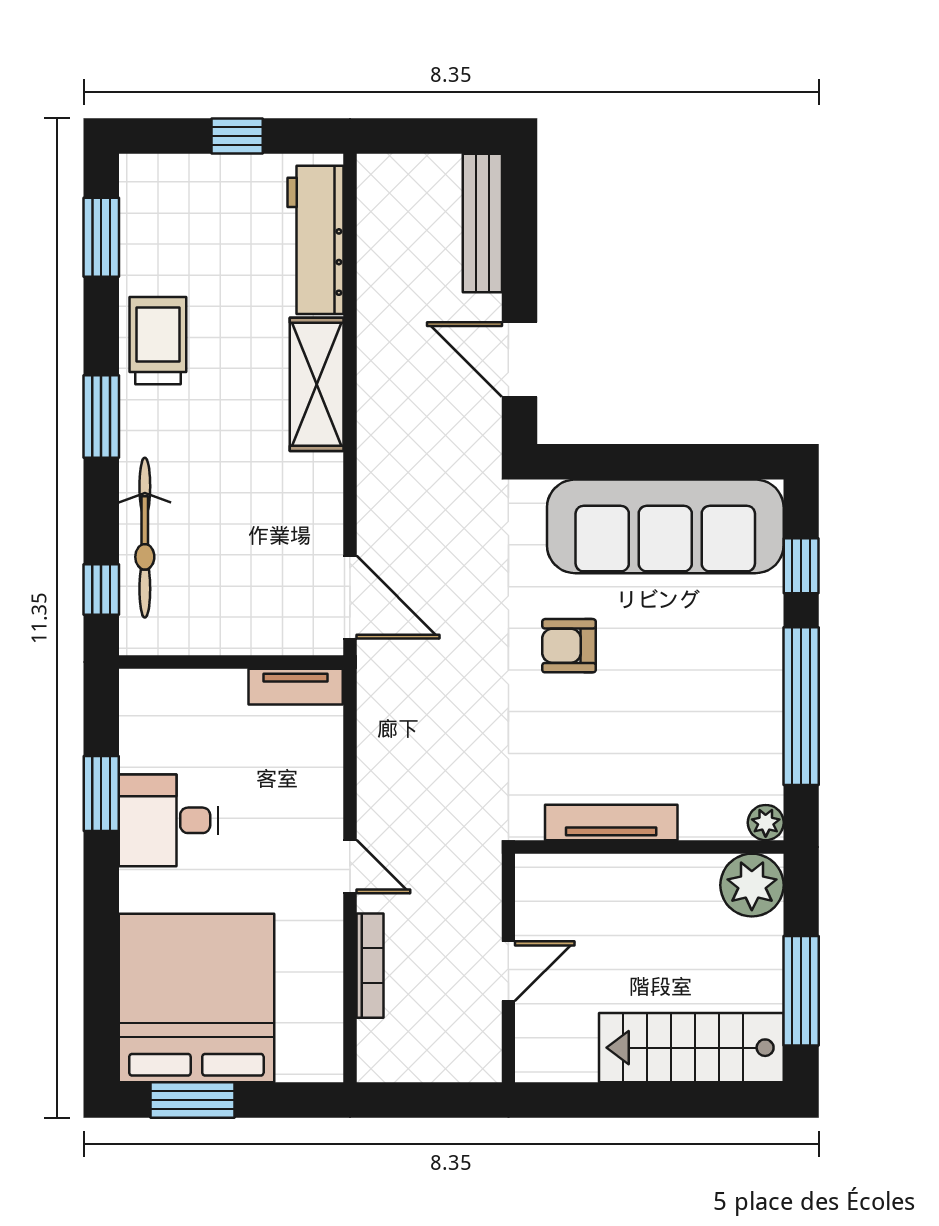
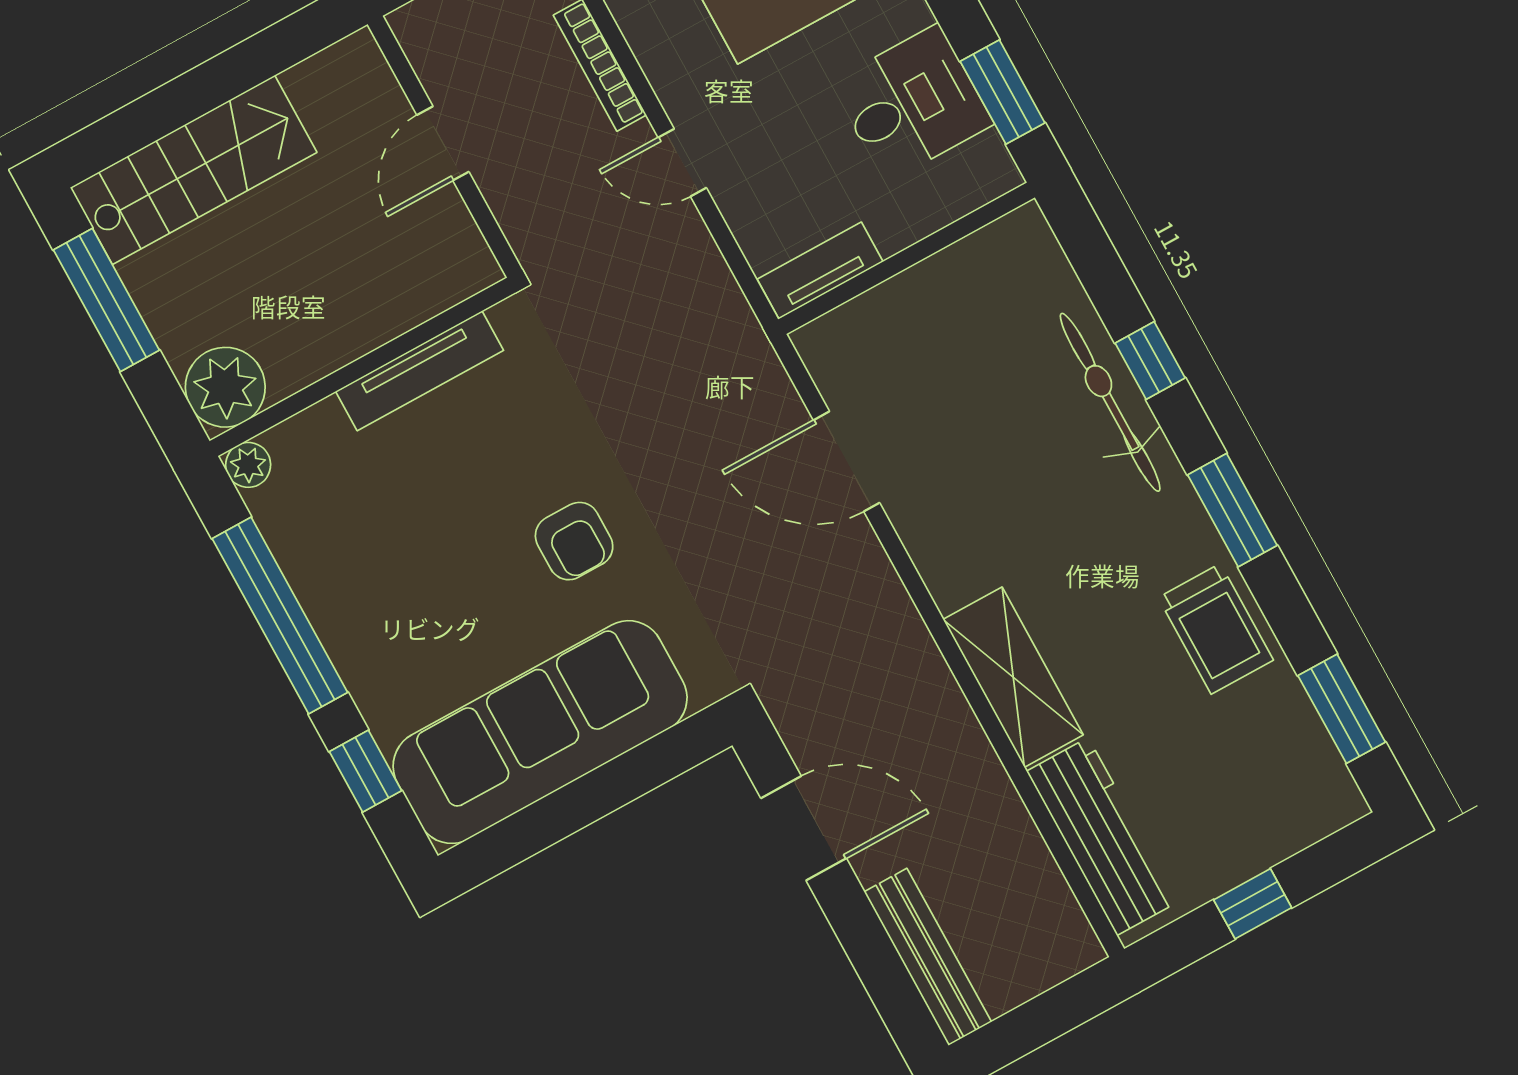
window: (101, 590) -> (1150, 360), moved
armchair: (569, 646) -> (574, 541), turned 90
wall: (231, 662) -> (907, 258), moved
tv unit: (296, 687) -> (820, 270), moved

